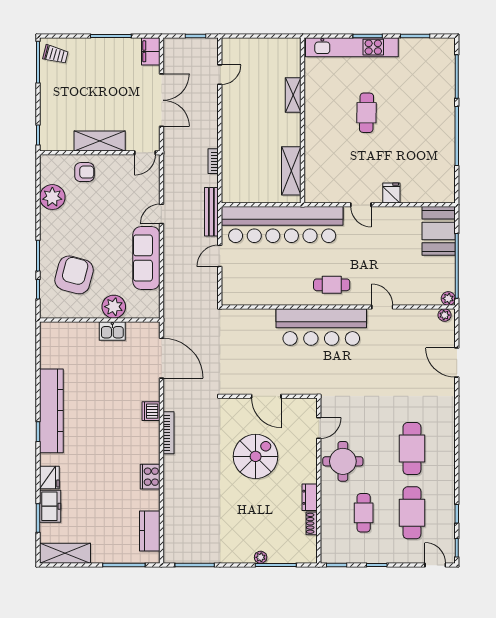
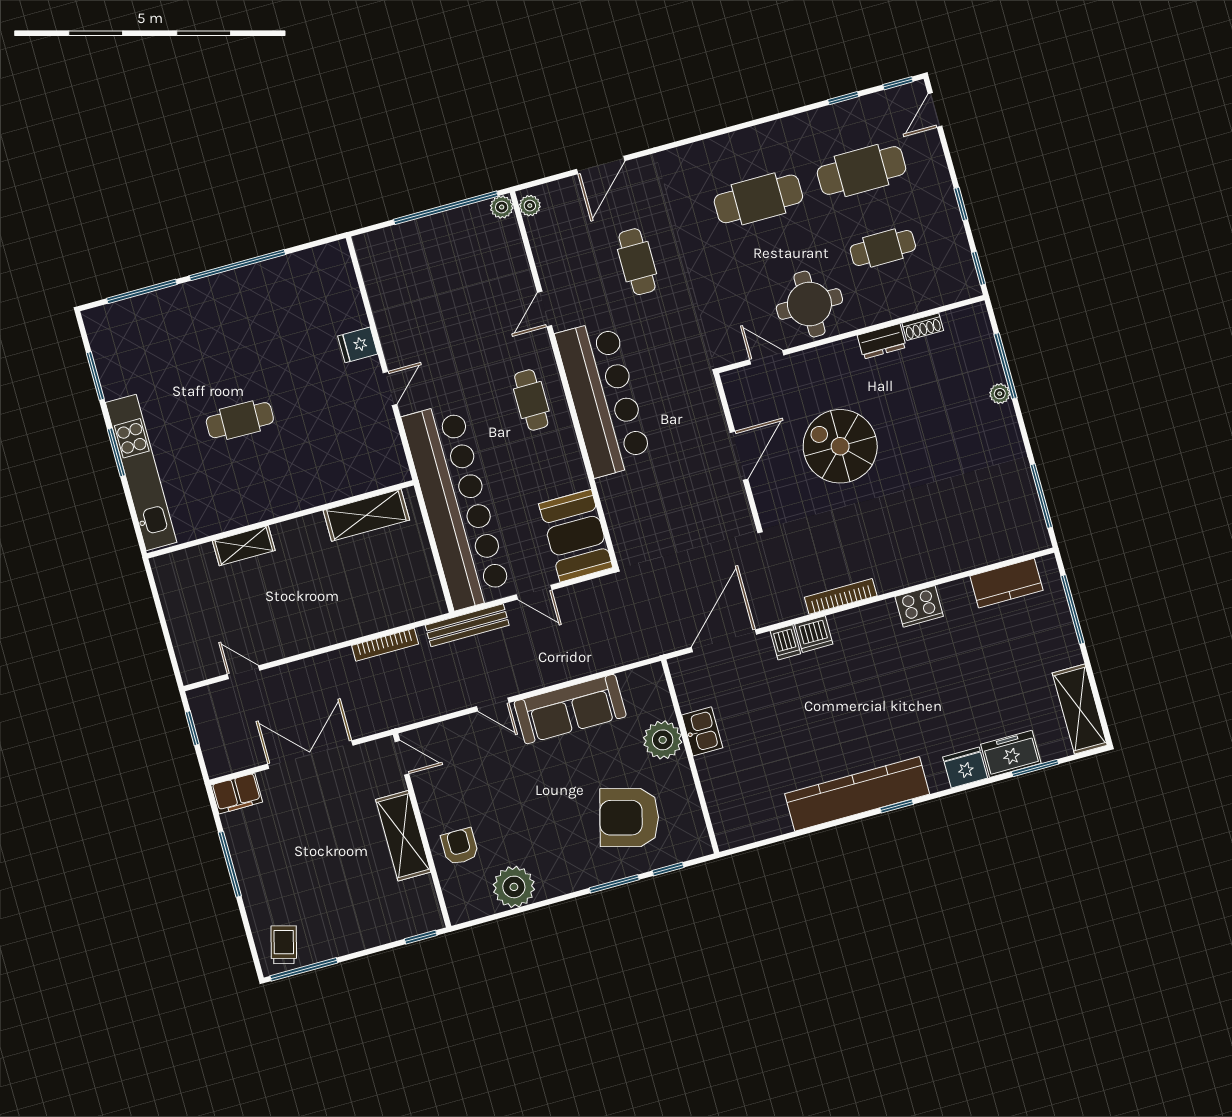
bookcase: (213, 161) -> (385, 645), width x1.56
booth: (439, 231) -> (576, 536), moved, turned 90
cafe table: (395, 368) -> (637, 262), added
dishwasher: (151, 393) -> (785, 642), added

